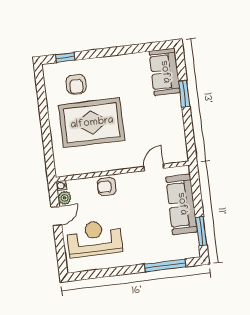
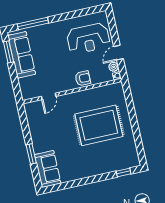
armchair: (76, 84) -> (113, 153), removed
sofa: (182, 204) -> (22, 55), moved

